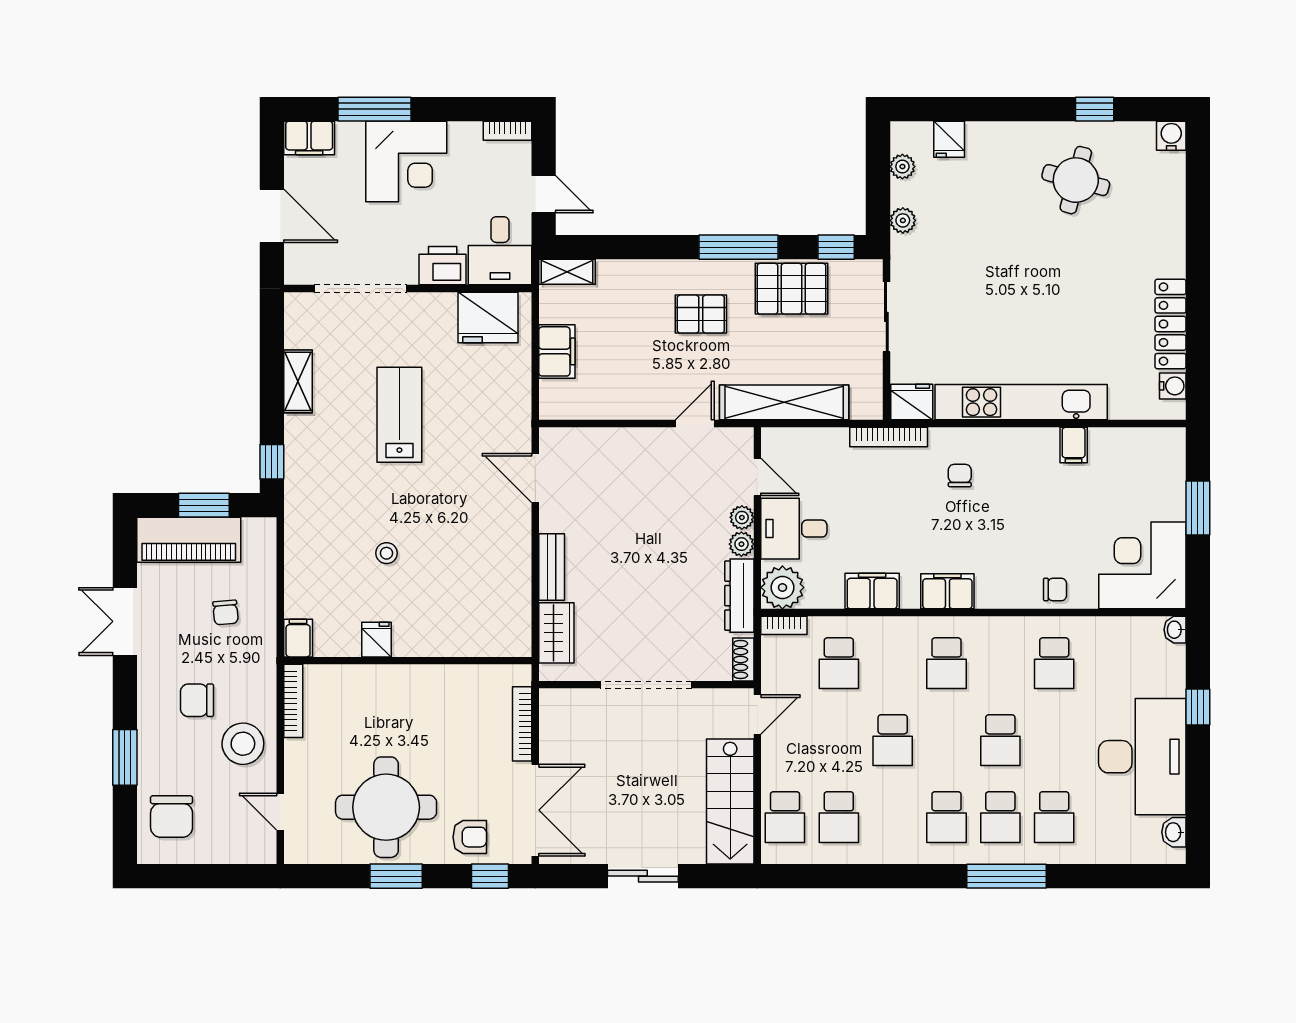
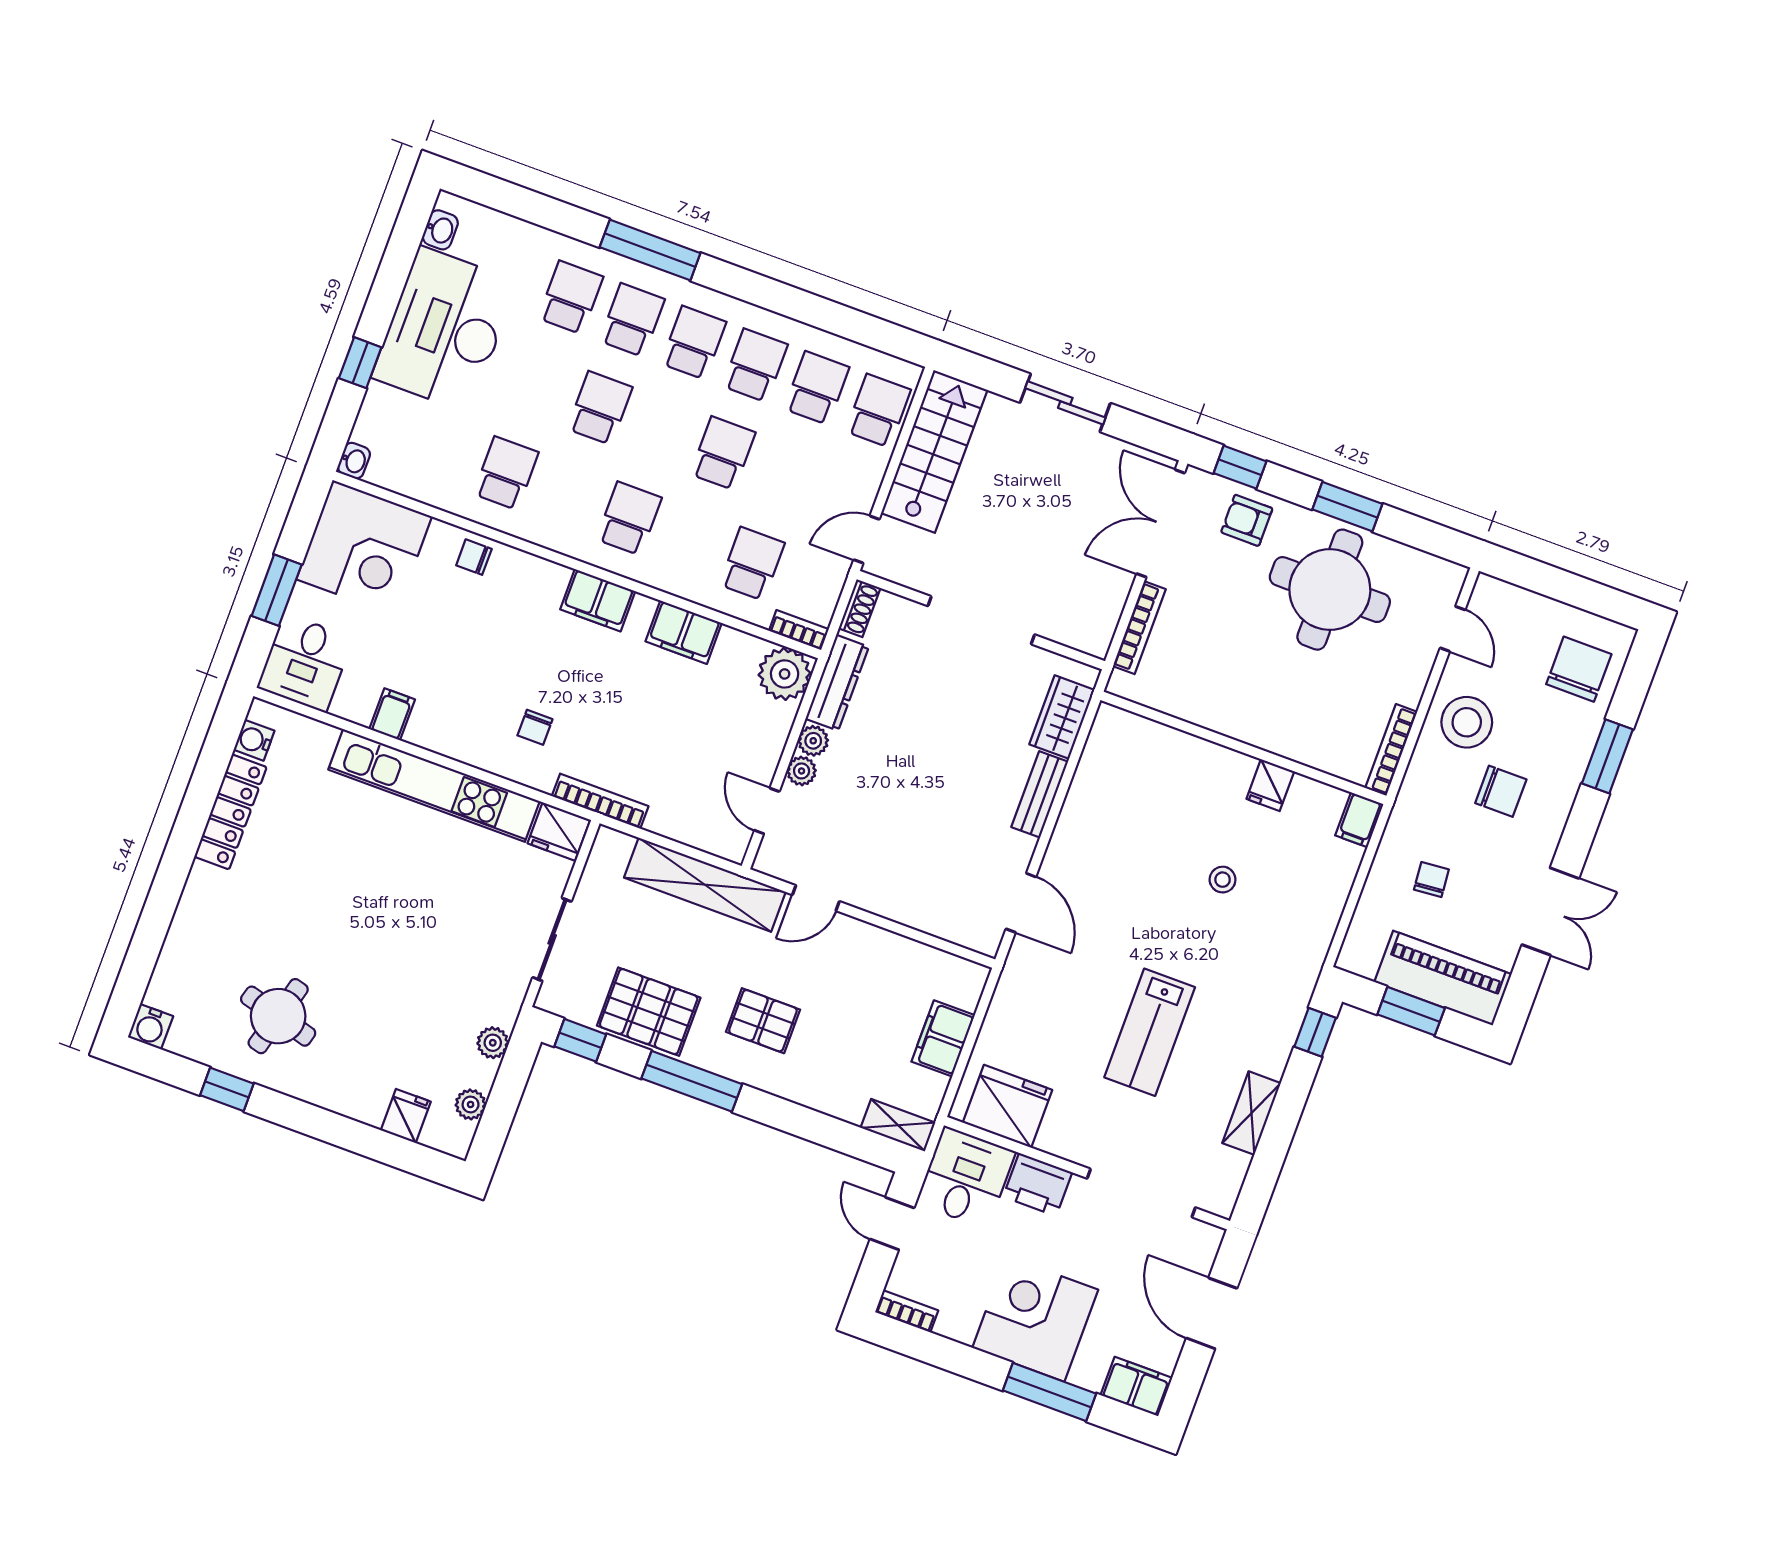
desk: (794, 529) -> (305, 663), moved, turned 90
school desk: (893, 817) -> (755, 365), added

